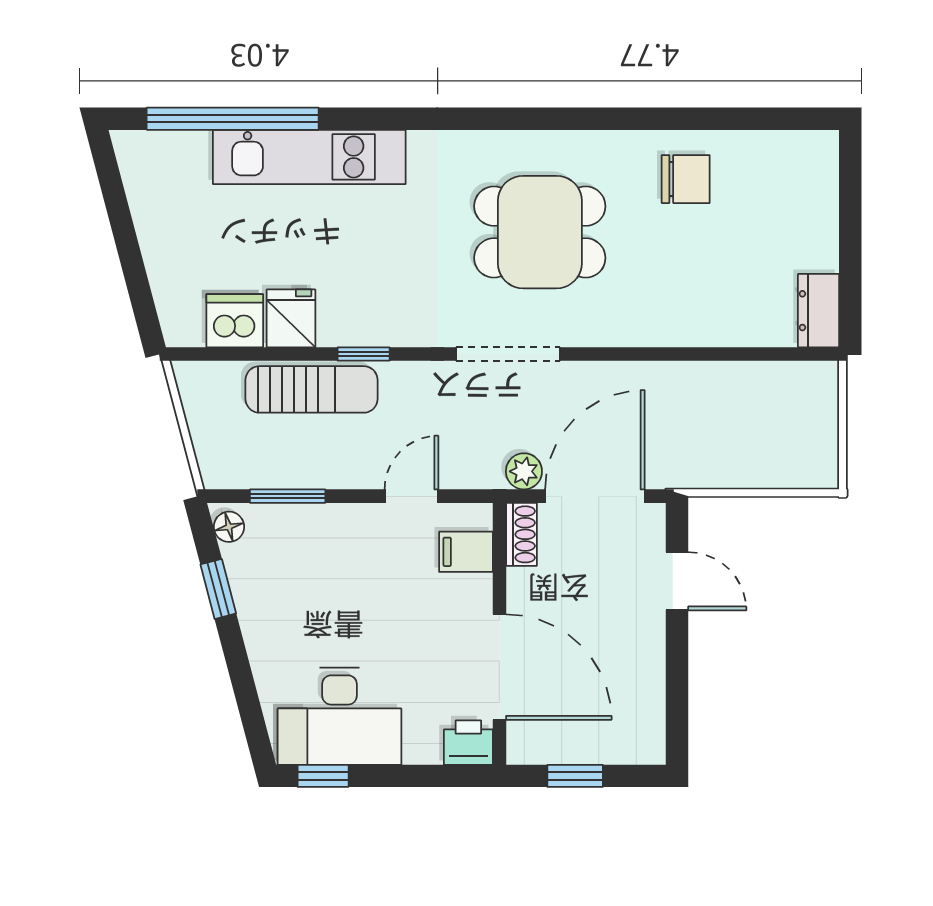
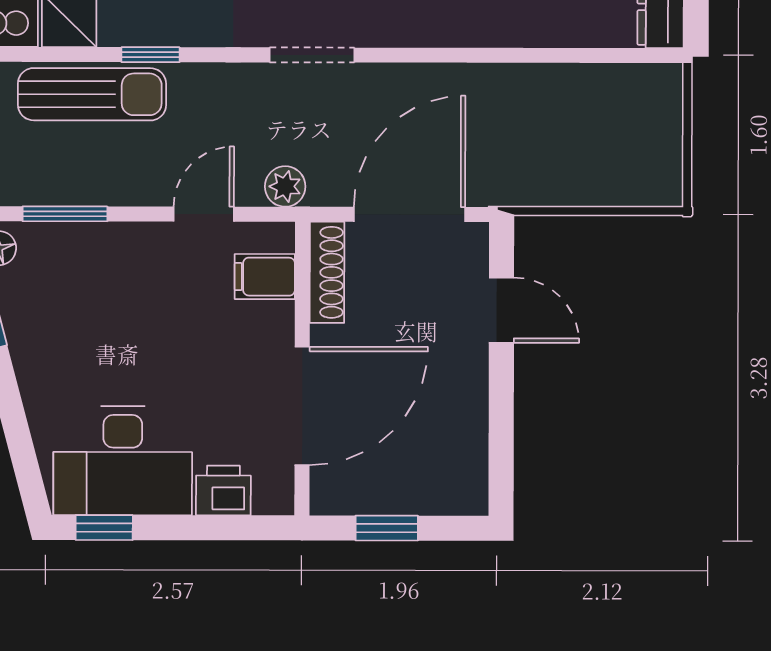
doorway: (508, 354) -> (312, 55), width x0.73
plant: (524, 471) -> (285, 186), moved
shoe rack: (521, 534) -> (327, 272), width x1.43
door: (499, 667) -> (302, 406), hinge flipped
printer: (468, 743) -> (223, 490), moved

